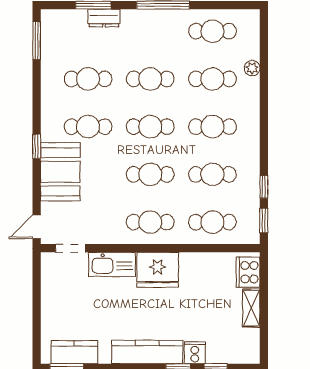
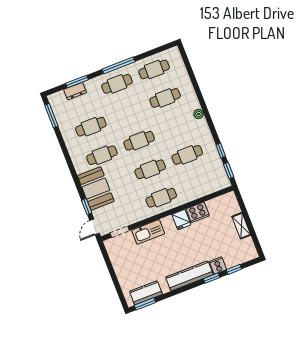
dresser: (104, 18) -> (75, 91), moved
plant: (252, 68) -> (199, 114), moved
cafe table: (150, 79) -> (117, 84), moved
cafe table: (212, 127) -> (176, 126), removed
window: (37, 146) -> (87, 207), moved
cafe table: (212, 222) -> (198, 183), removed
fridge: (158, 270) -> (181, 220), width x0.53, depth x0.75
cooker: (248, 272) -> (198, 212), moved, turned -90

